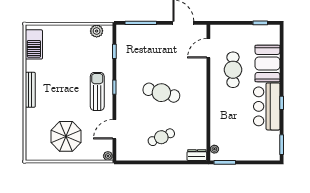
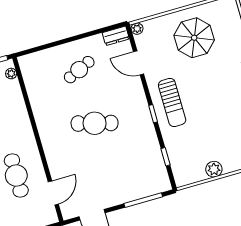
plant: (97, 31) -> (214, 169), moved
door: (114, 129) -> (139, 63), swing flipped
dresser: (197, 155) -> (116, 36), moved

